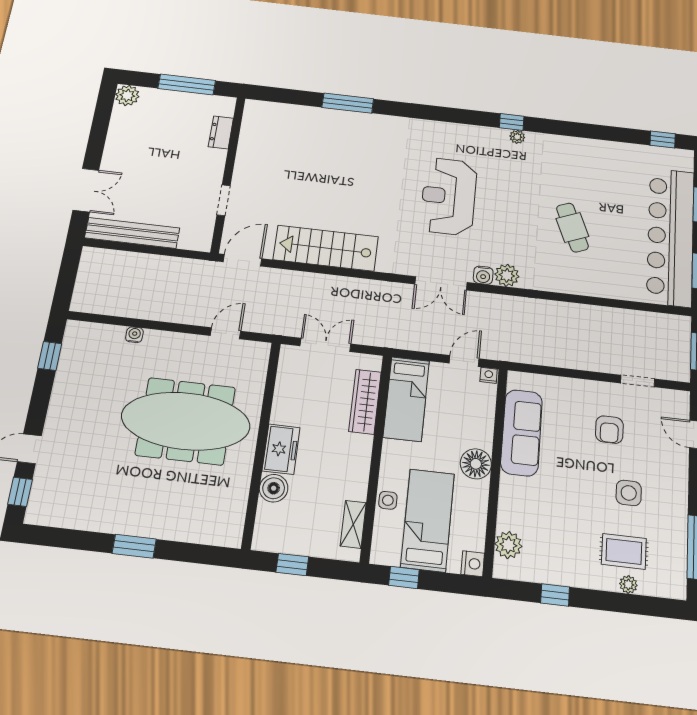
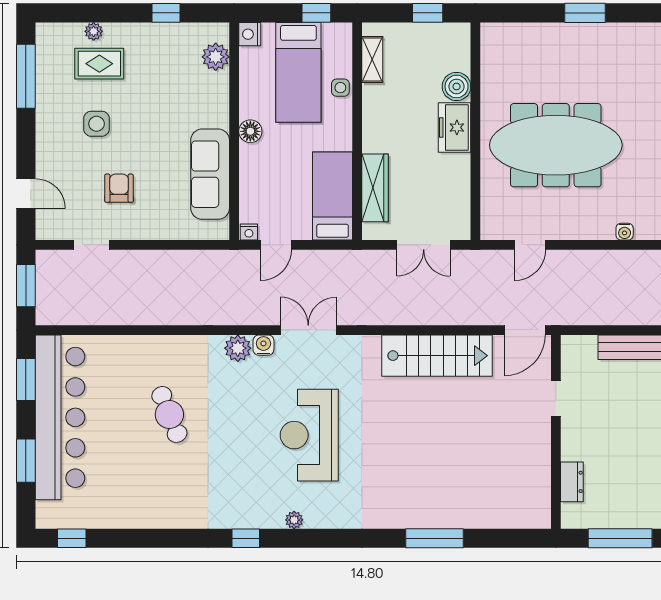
plant: (517, 137) -> (294, 520), moved
reception desk: (449, 196) -> (309, 435), turned 180
floor lamp: (476, 464) -> (250, 131), width x0.73, depth x0.73

